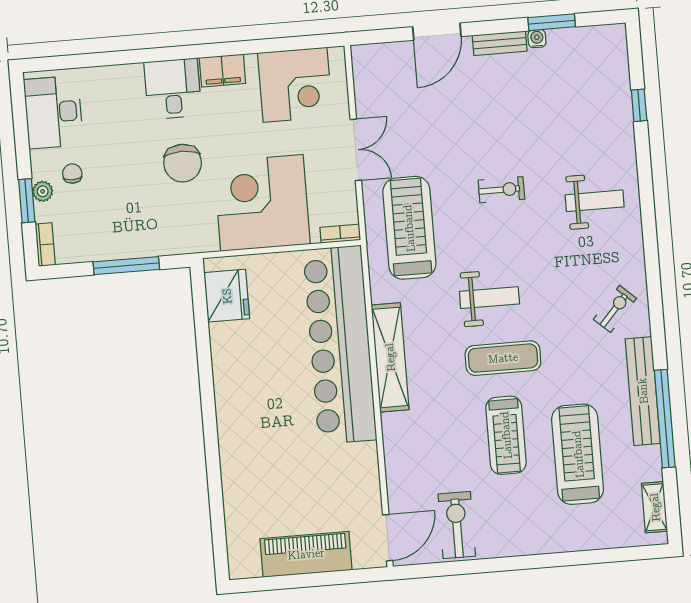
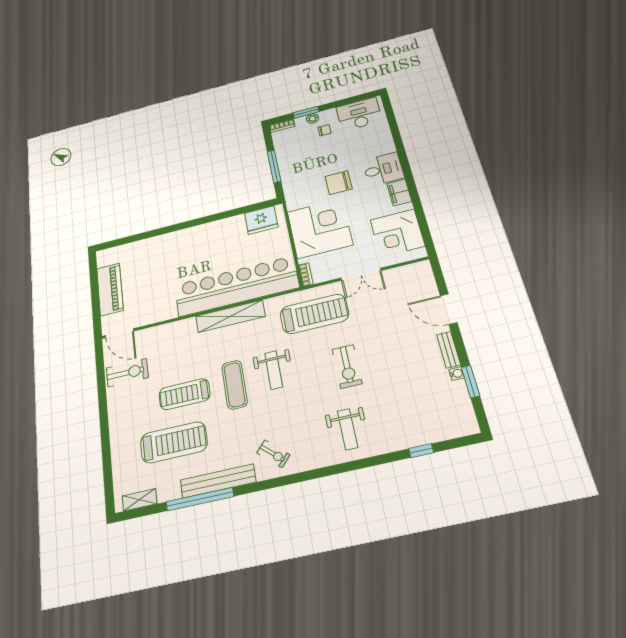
exercise bike: (501, 190) -> (347, 366), width x1.38, depth x1.39

